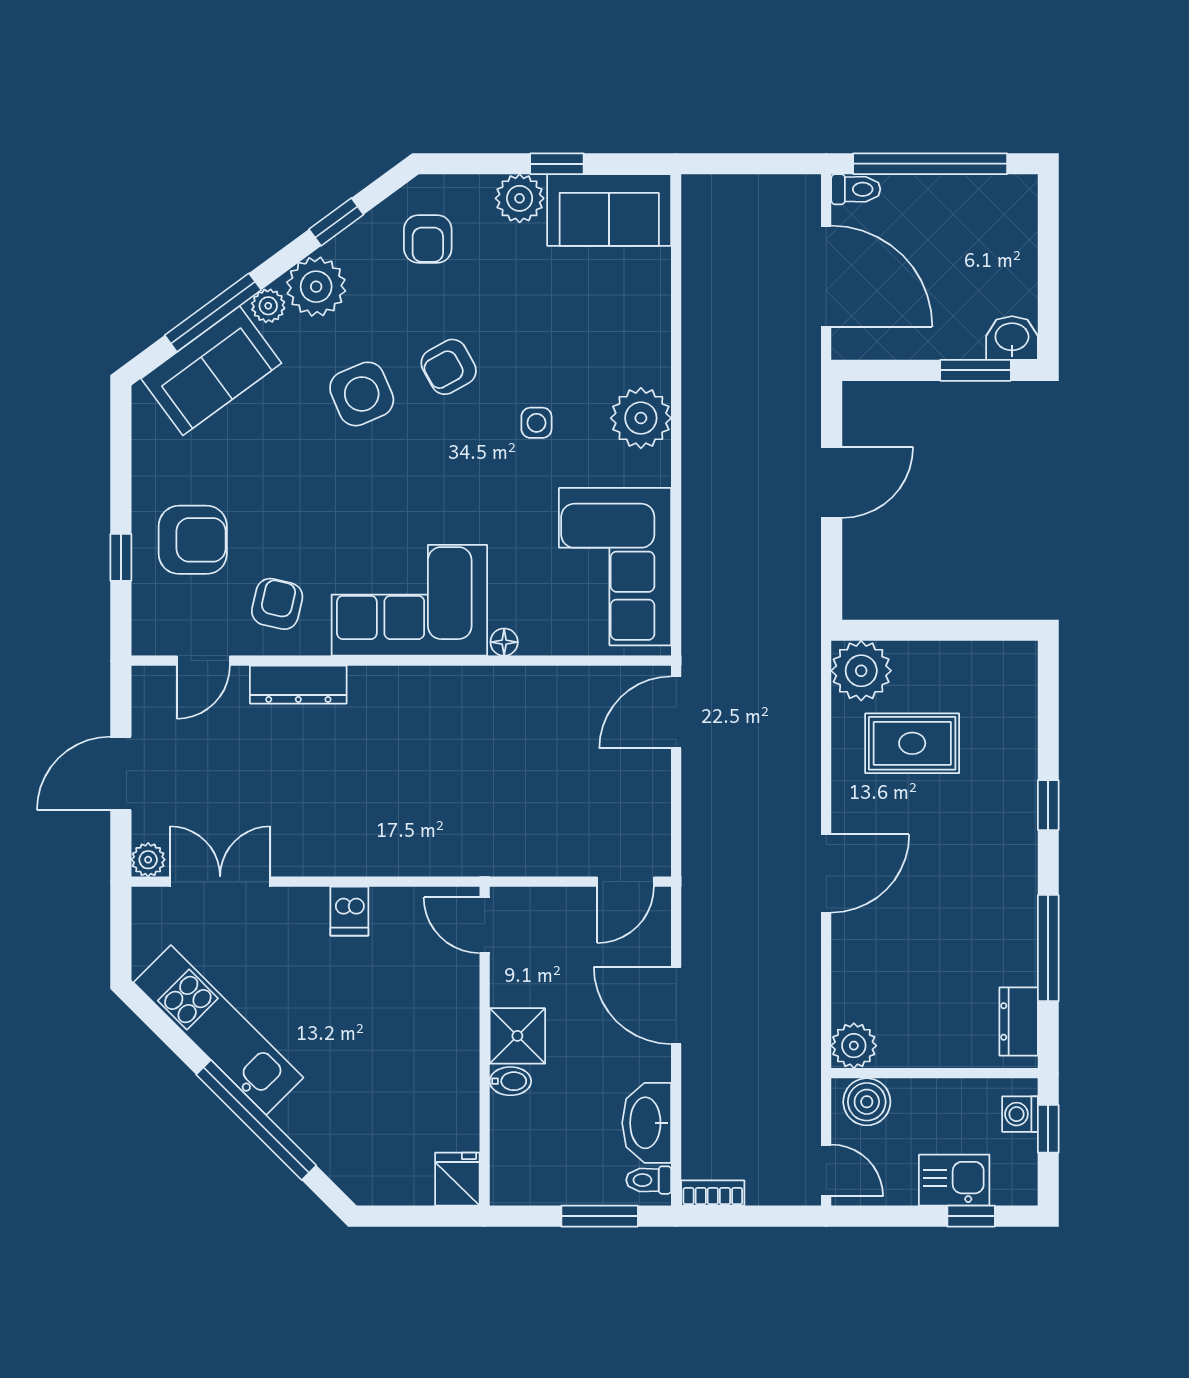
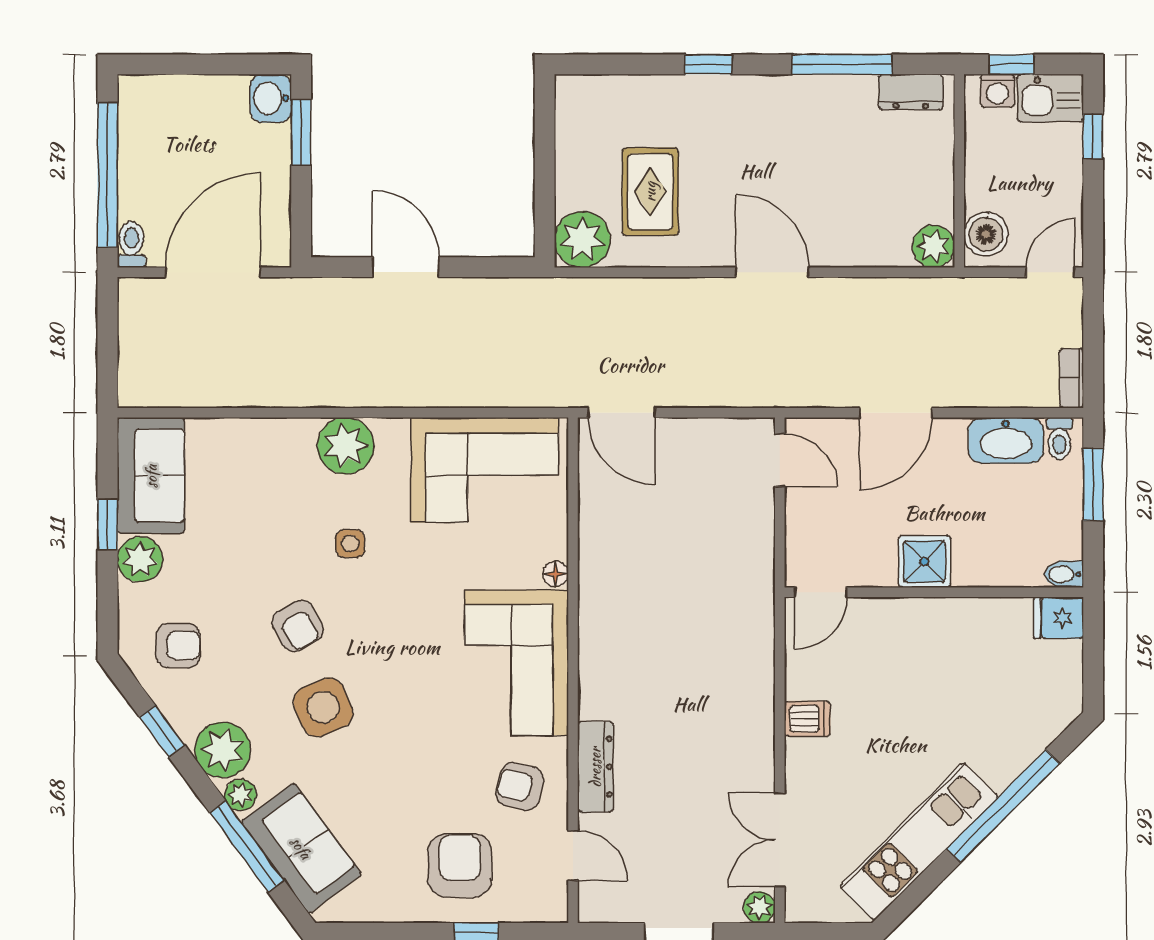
bidet: (510, 1081) -> (1064, 574), moved, turned -90
kitchen sink: (954, 1180) -> (1050, 98), moved, turned -90

